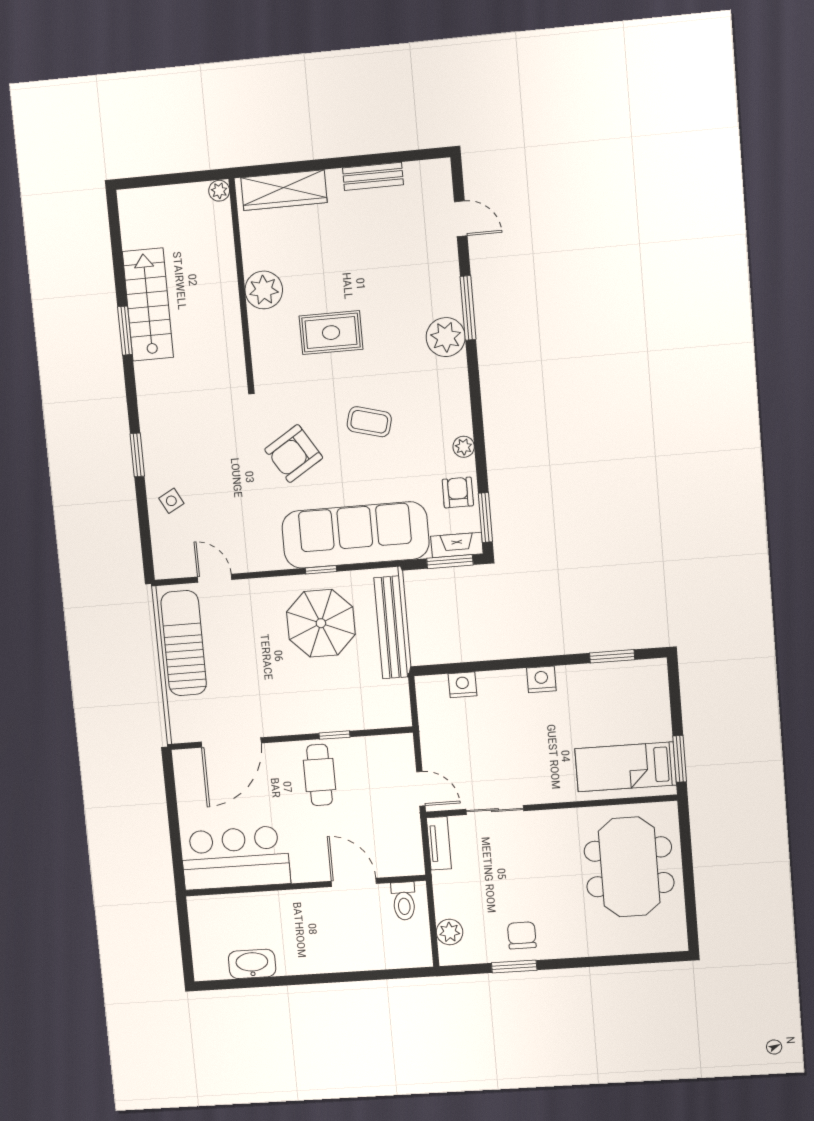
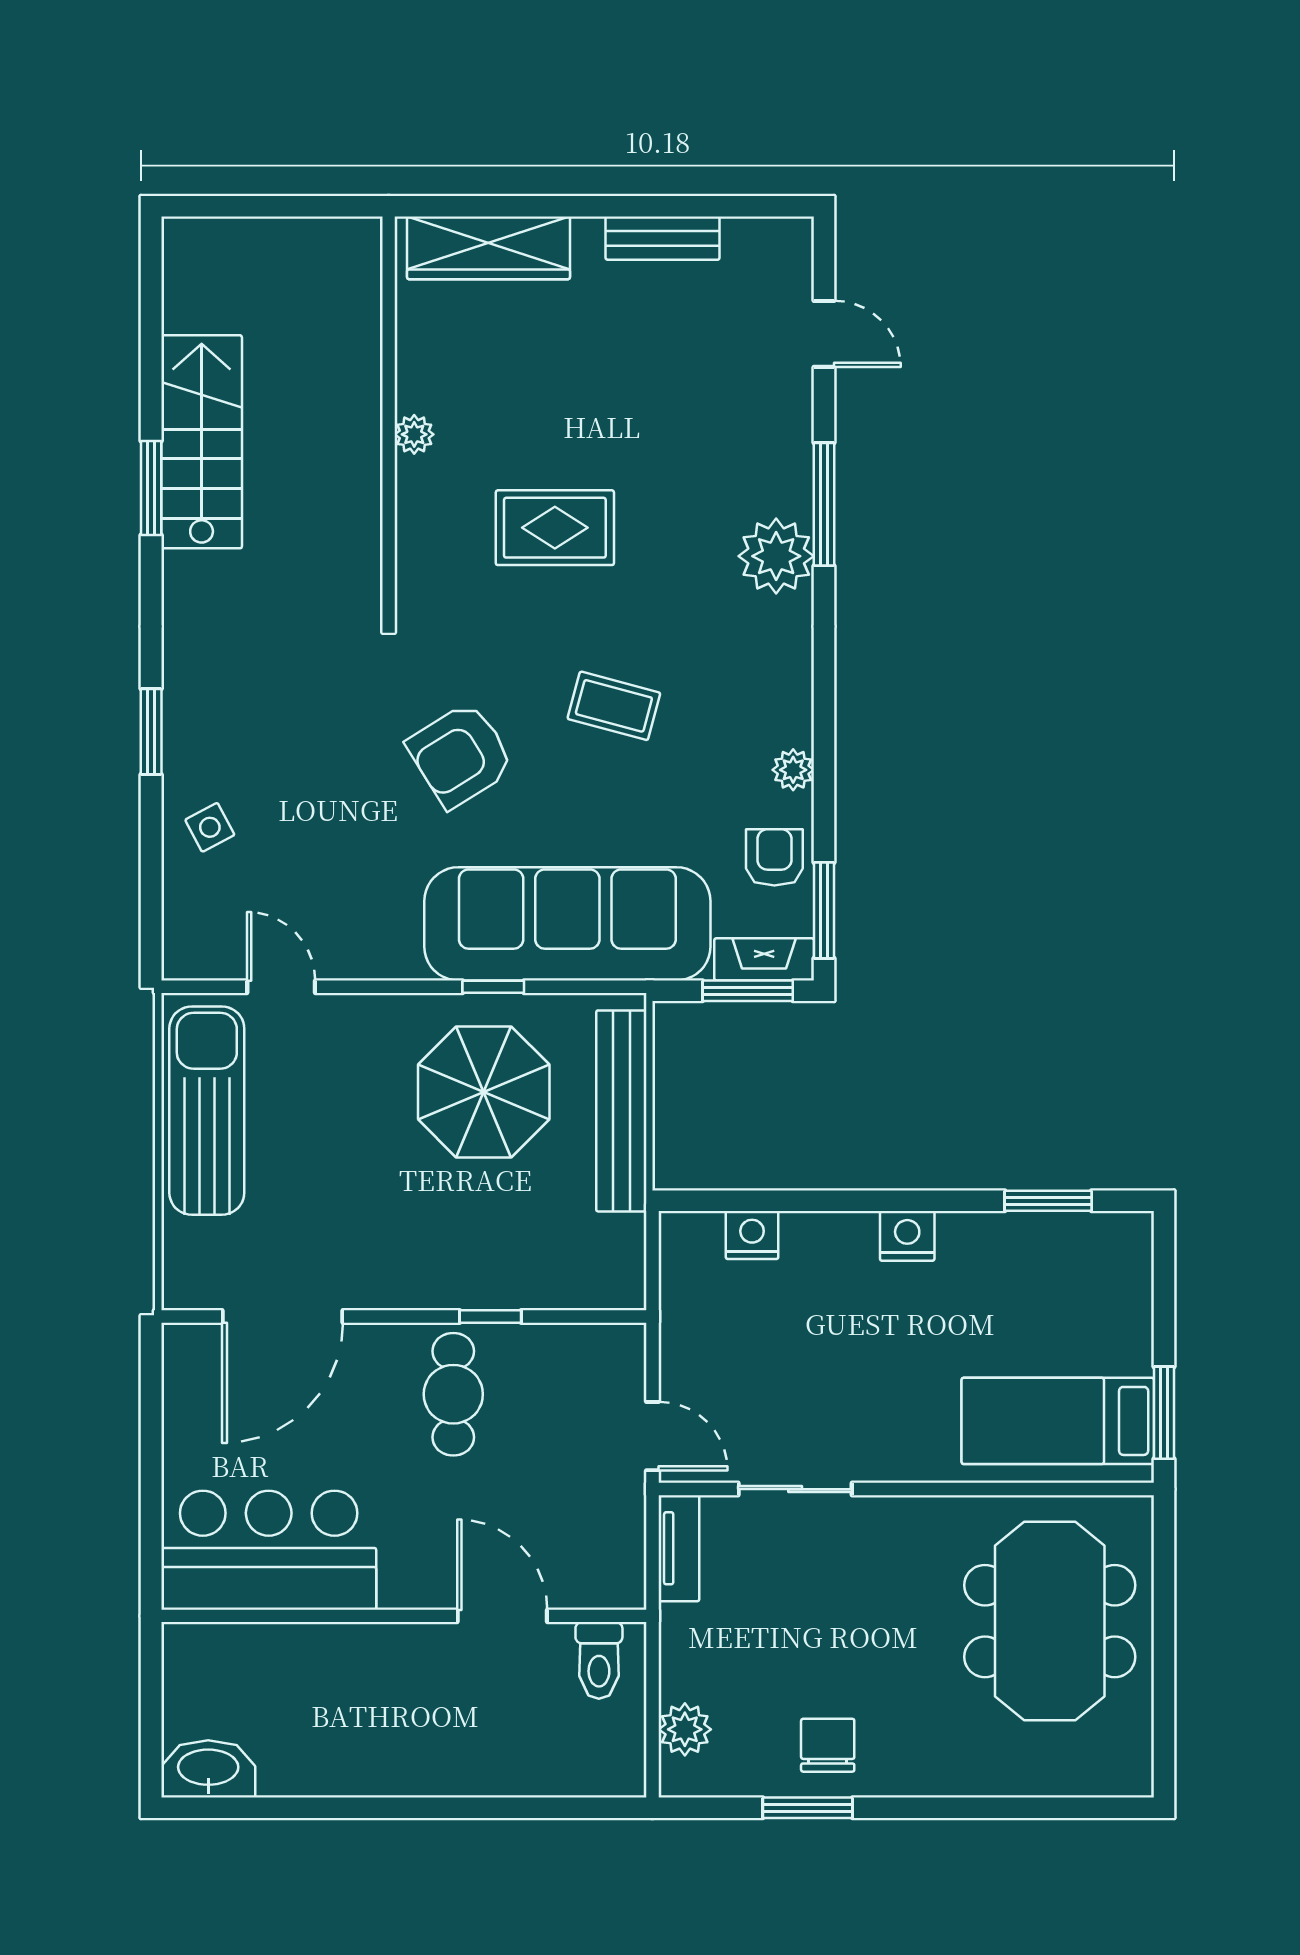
plant: (219, 191) -> (362, 237), removed
plant: (264, 290) -> (414, 434), width x0.53, depth x0.53
washbasin: (252, 964) -> (208, 1769), moved

